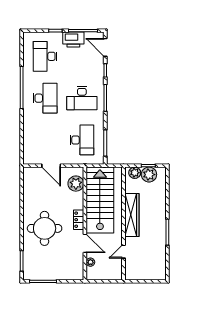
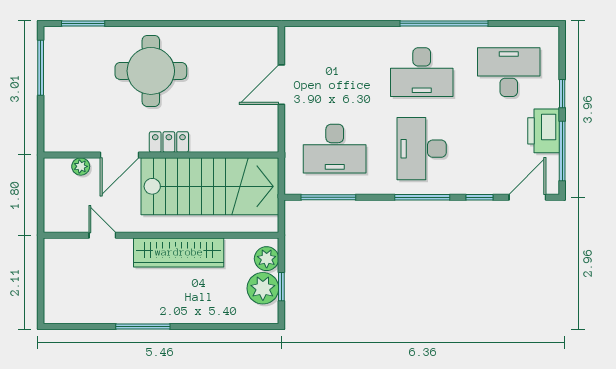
plant: (76, 184) -> (244, 136), removed

